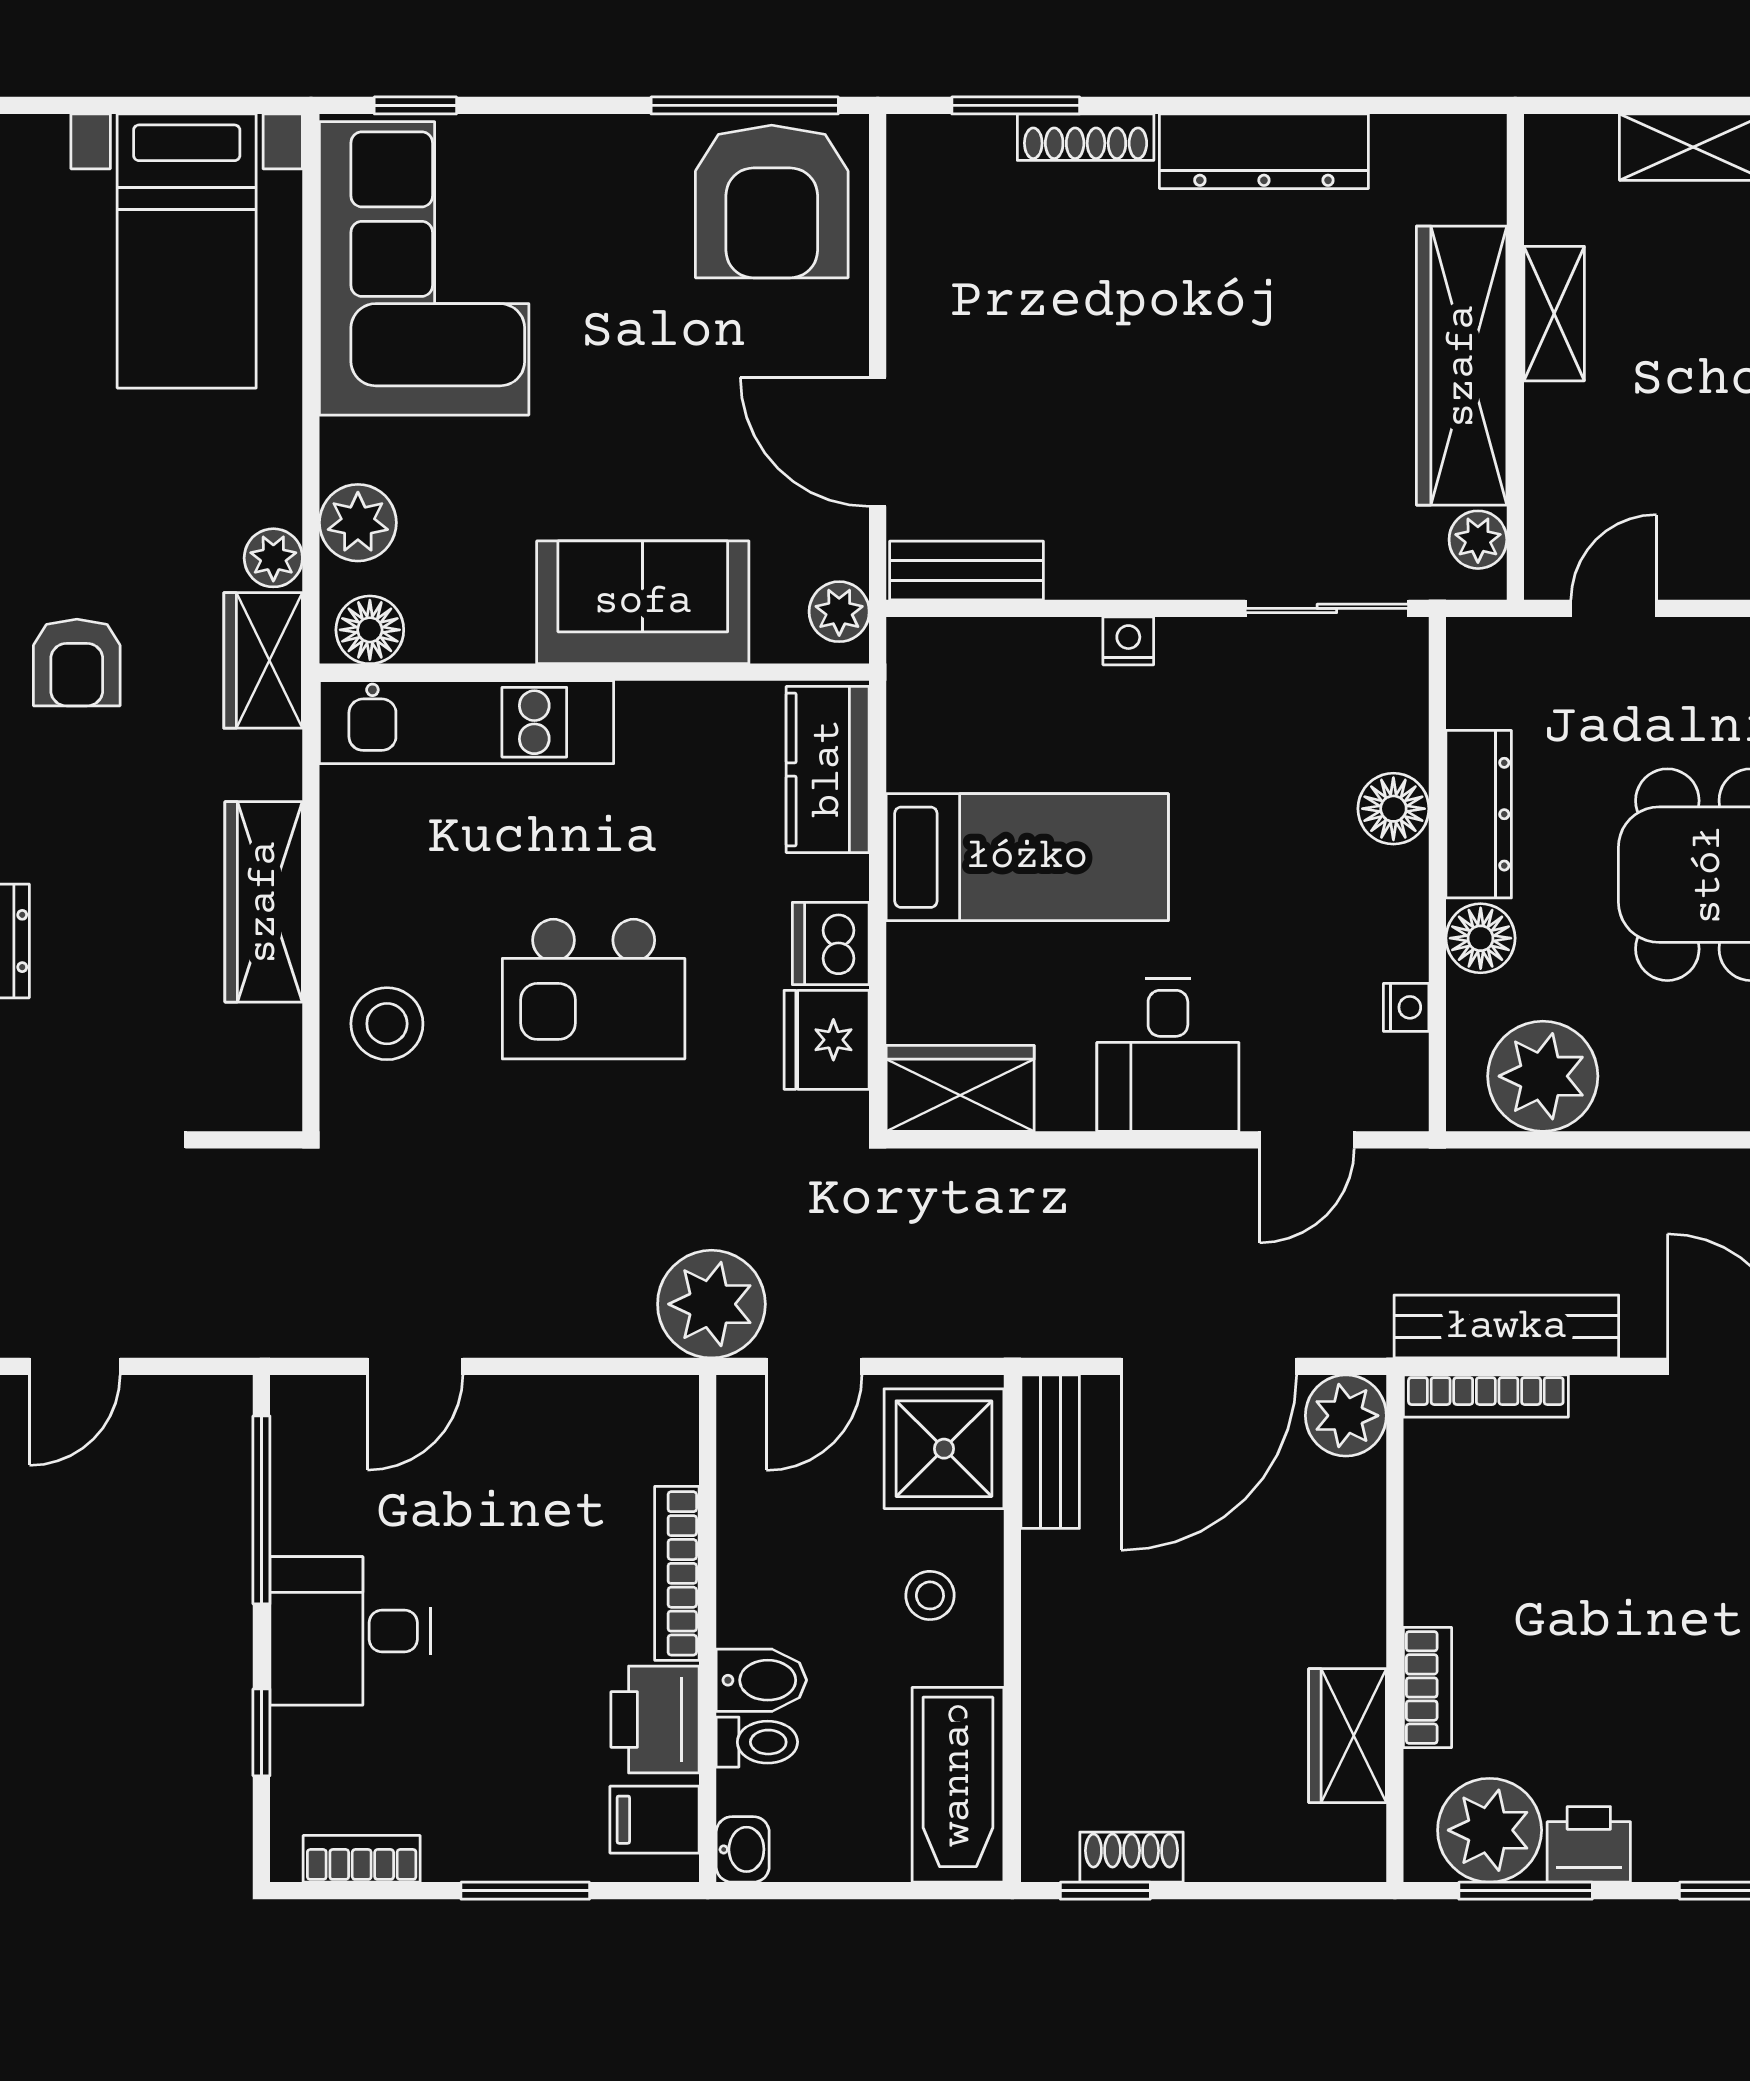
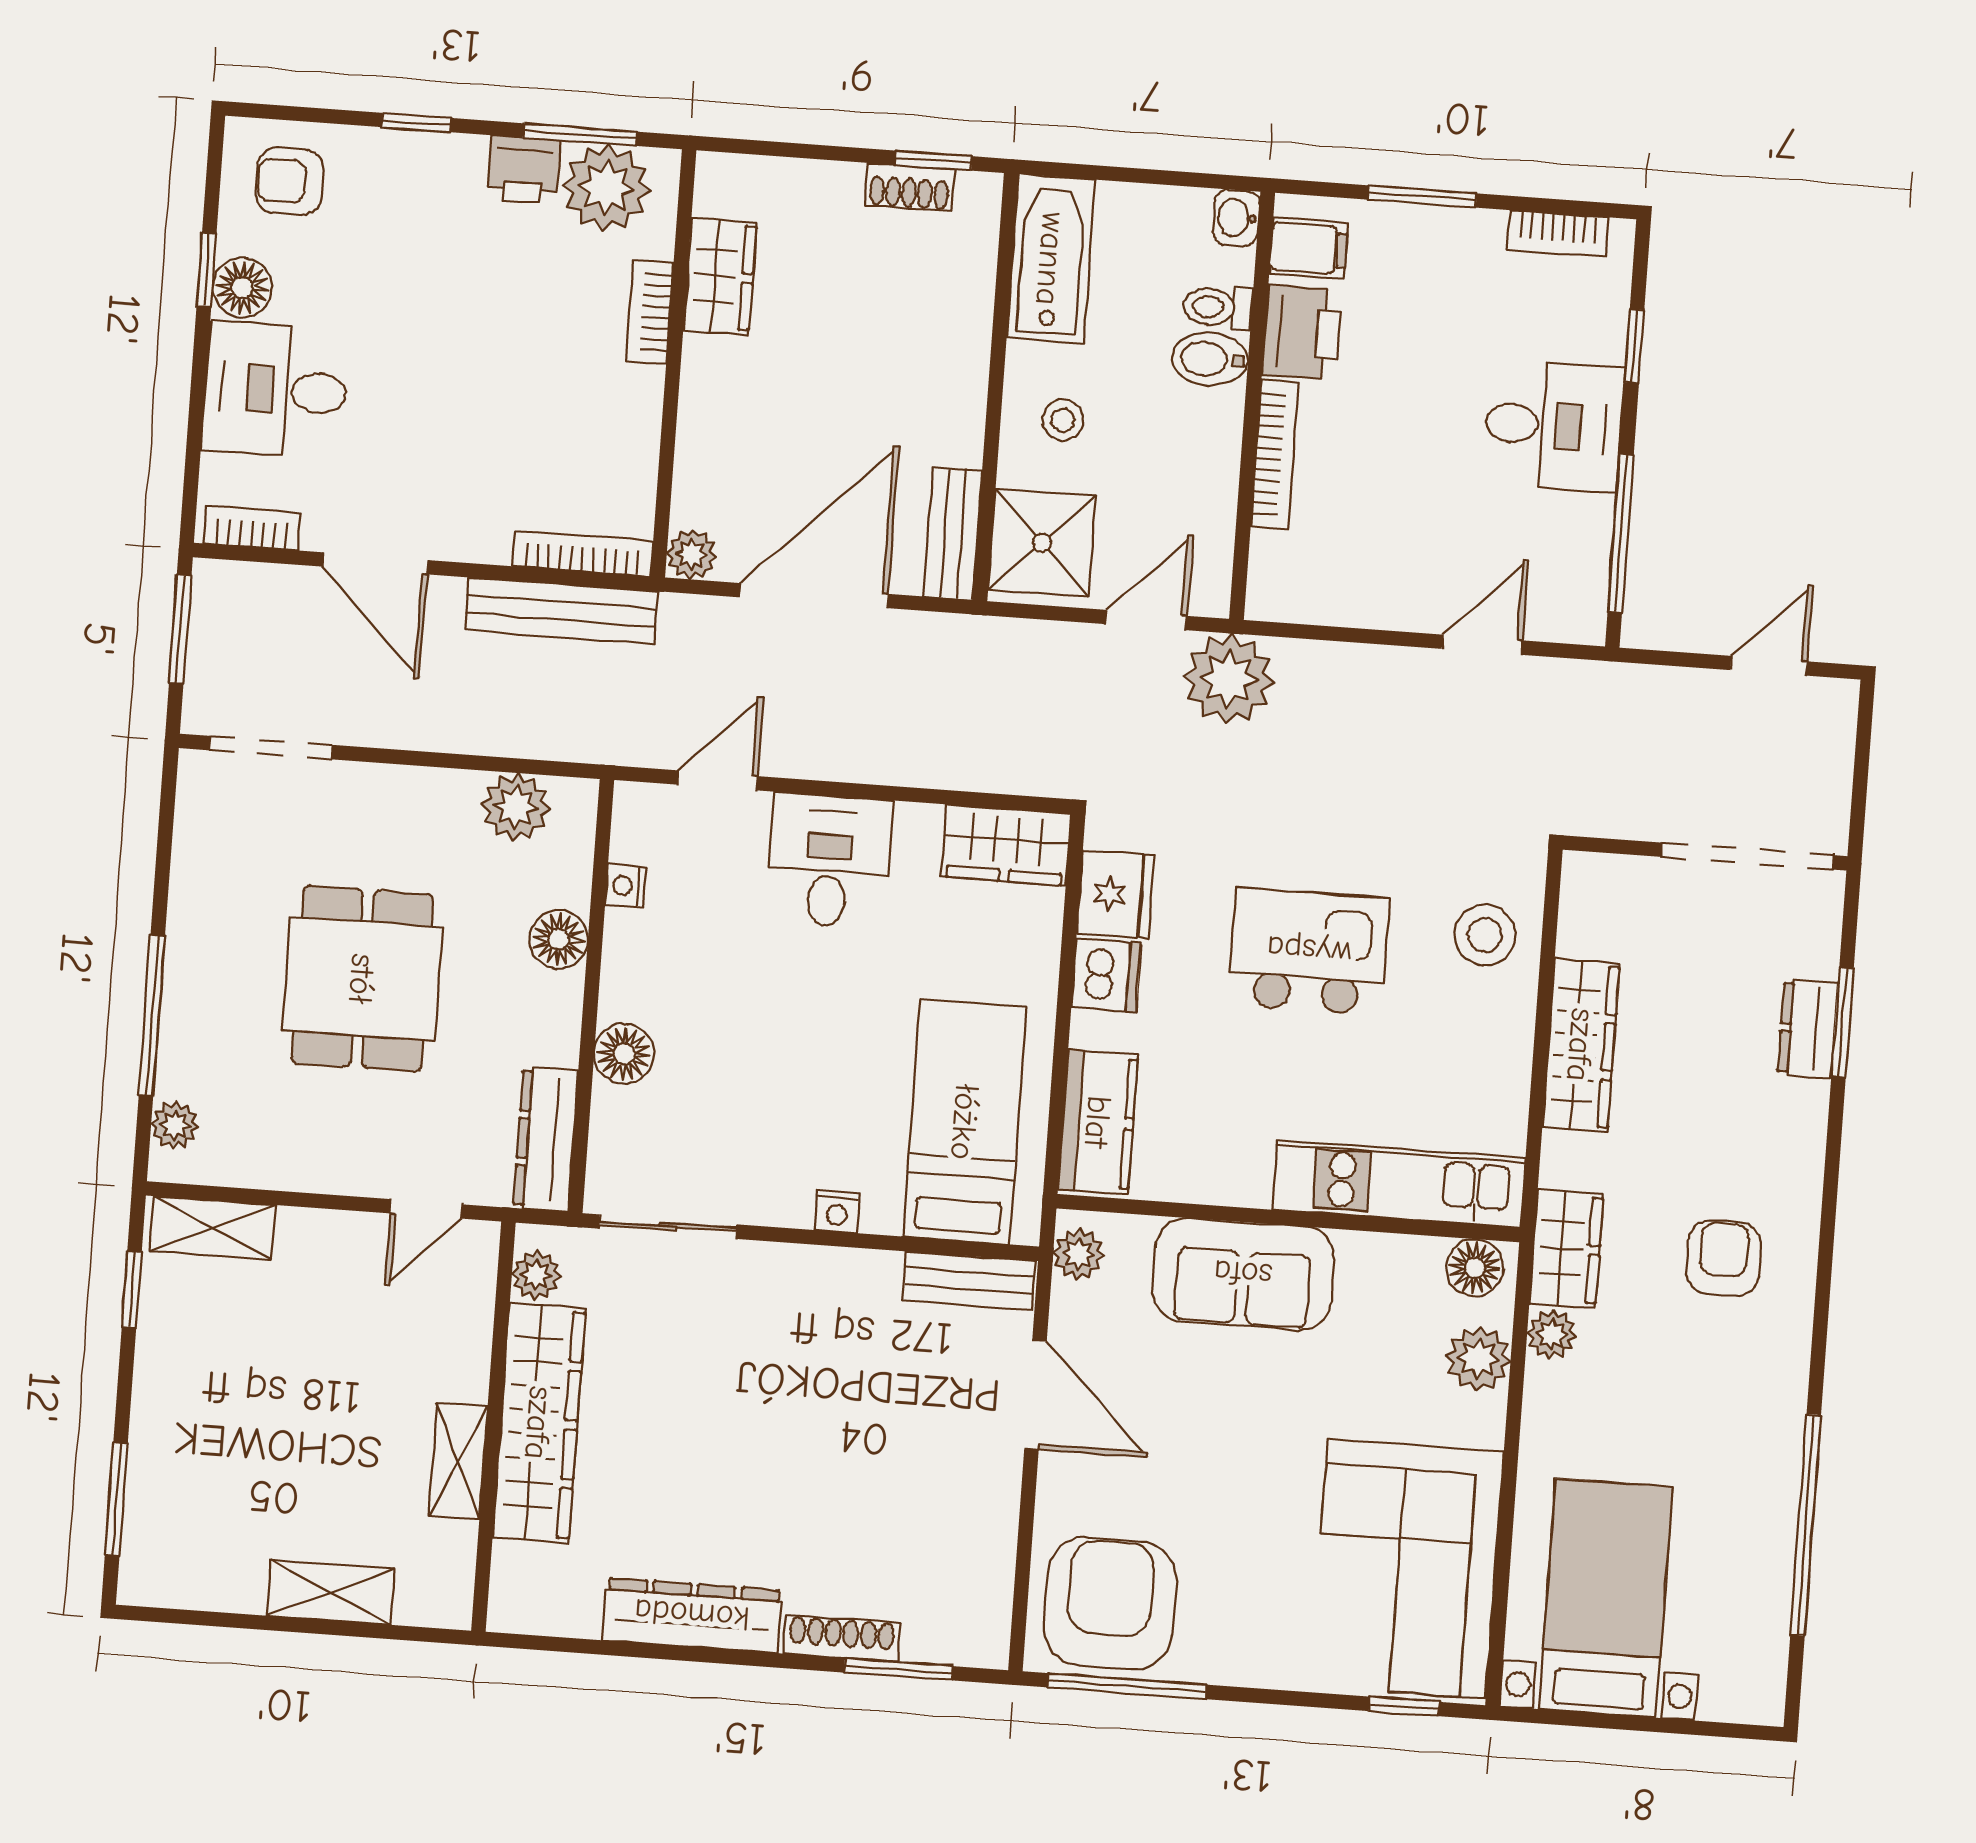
dresser: (1479, 814) -> (546, 1139), moved
bed: (1027, 857) -> (965, 1122), moved, turned 90
plant: (1543, 1076) -> (516, 807), width x0.73, depth x0.73
plant: (1346, 1416) -> (692, 554), width x0.73, depth x0.73

